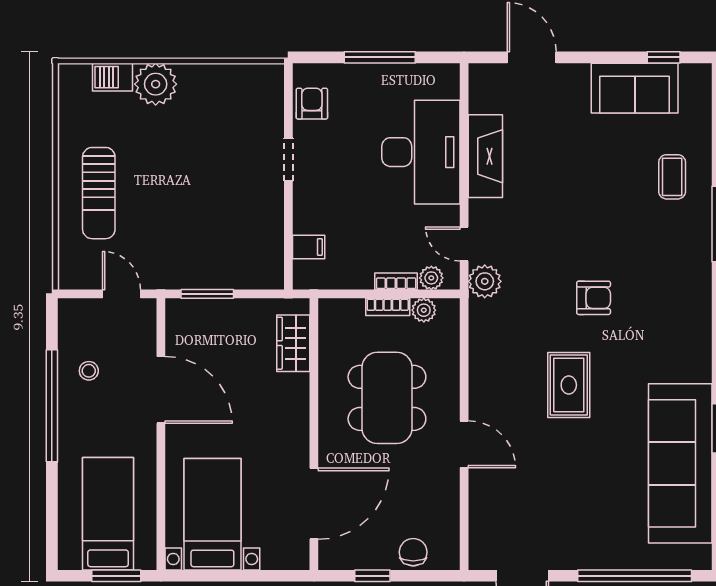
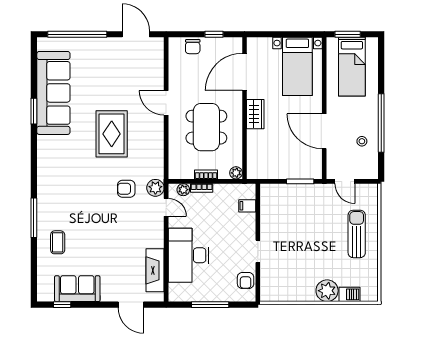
fireplace: (485, 156) -> (155, 270), moved
armchair: (594, 298) -> (126, 189), moved
plant: (424, 310) -> (236, 173), moved
wardrobe: (293, 343) -> (255, 114), moved
rug: (569, 385) -> (112, 134), width x1.36, depth x1.43

